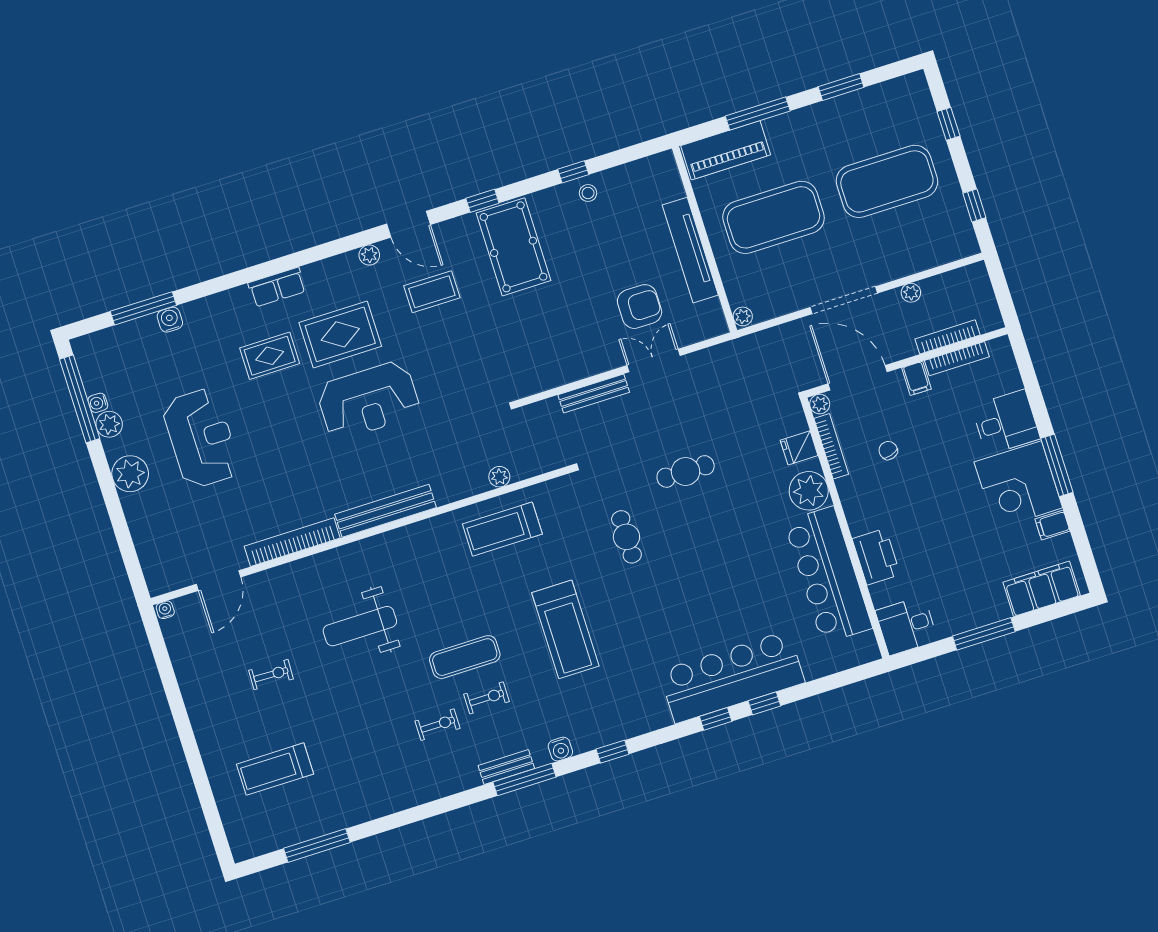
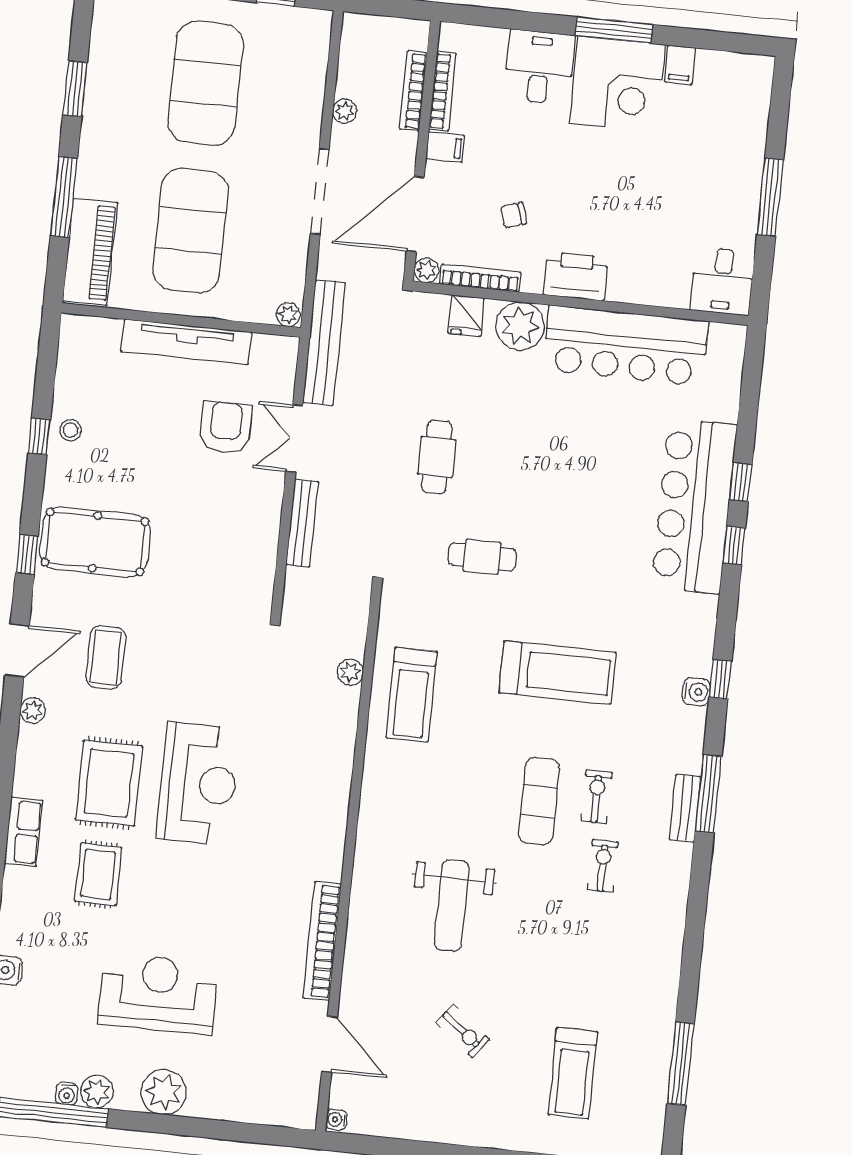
bench: (386, 511) -> (324, 343), moved
printer: (876, 557) -> (576, 276), moved
filing cabinet: (1042, 589) -> (747, 109), removed
exercise bike: (271, 675) -> (463, 1031), turned 126
water cooler: (560, 749) -> (696, 692), moved

